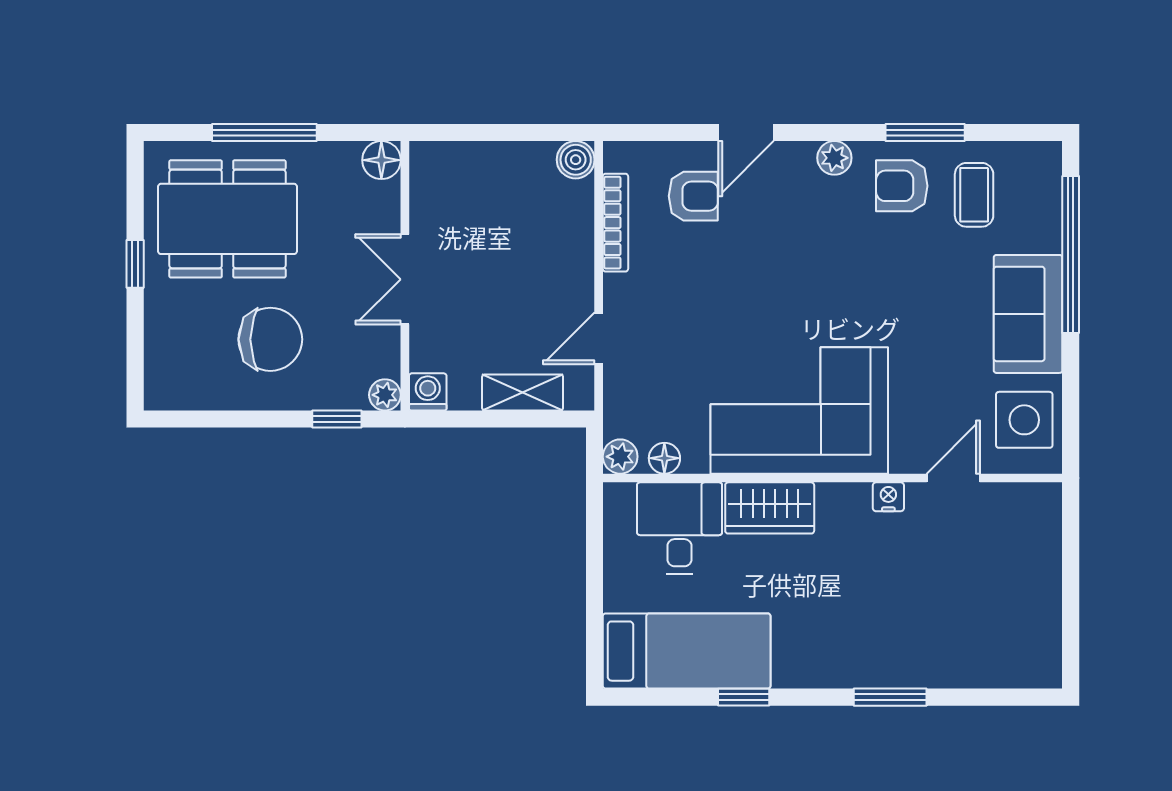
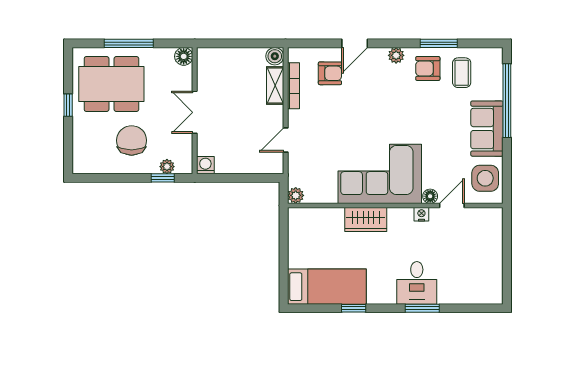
chair: (270, 339) -> (132, 140), turned -90
shelving: (523, 392) -> (275, 86), moved, turned 90
plant: (385, 395) -> (167, 167), moved
floor lamp: (664, 458) -> (430, 196), moved
desk: (679, 528) -> (417, 283), moved, turned 180

